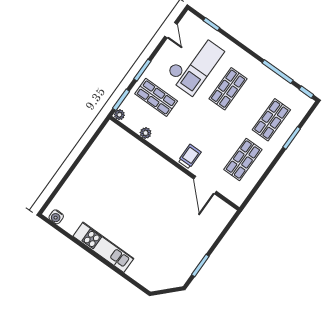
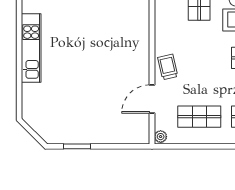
plant: (146, 133) -> (161, 137), moved
trolley: (190, 156) -> (168, 67), turned -103

